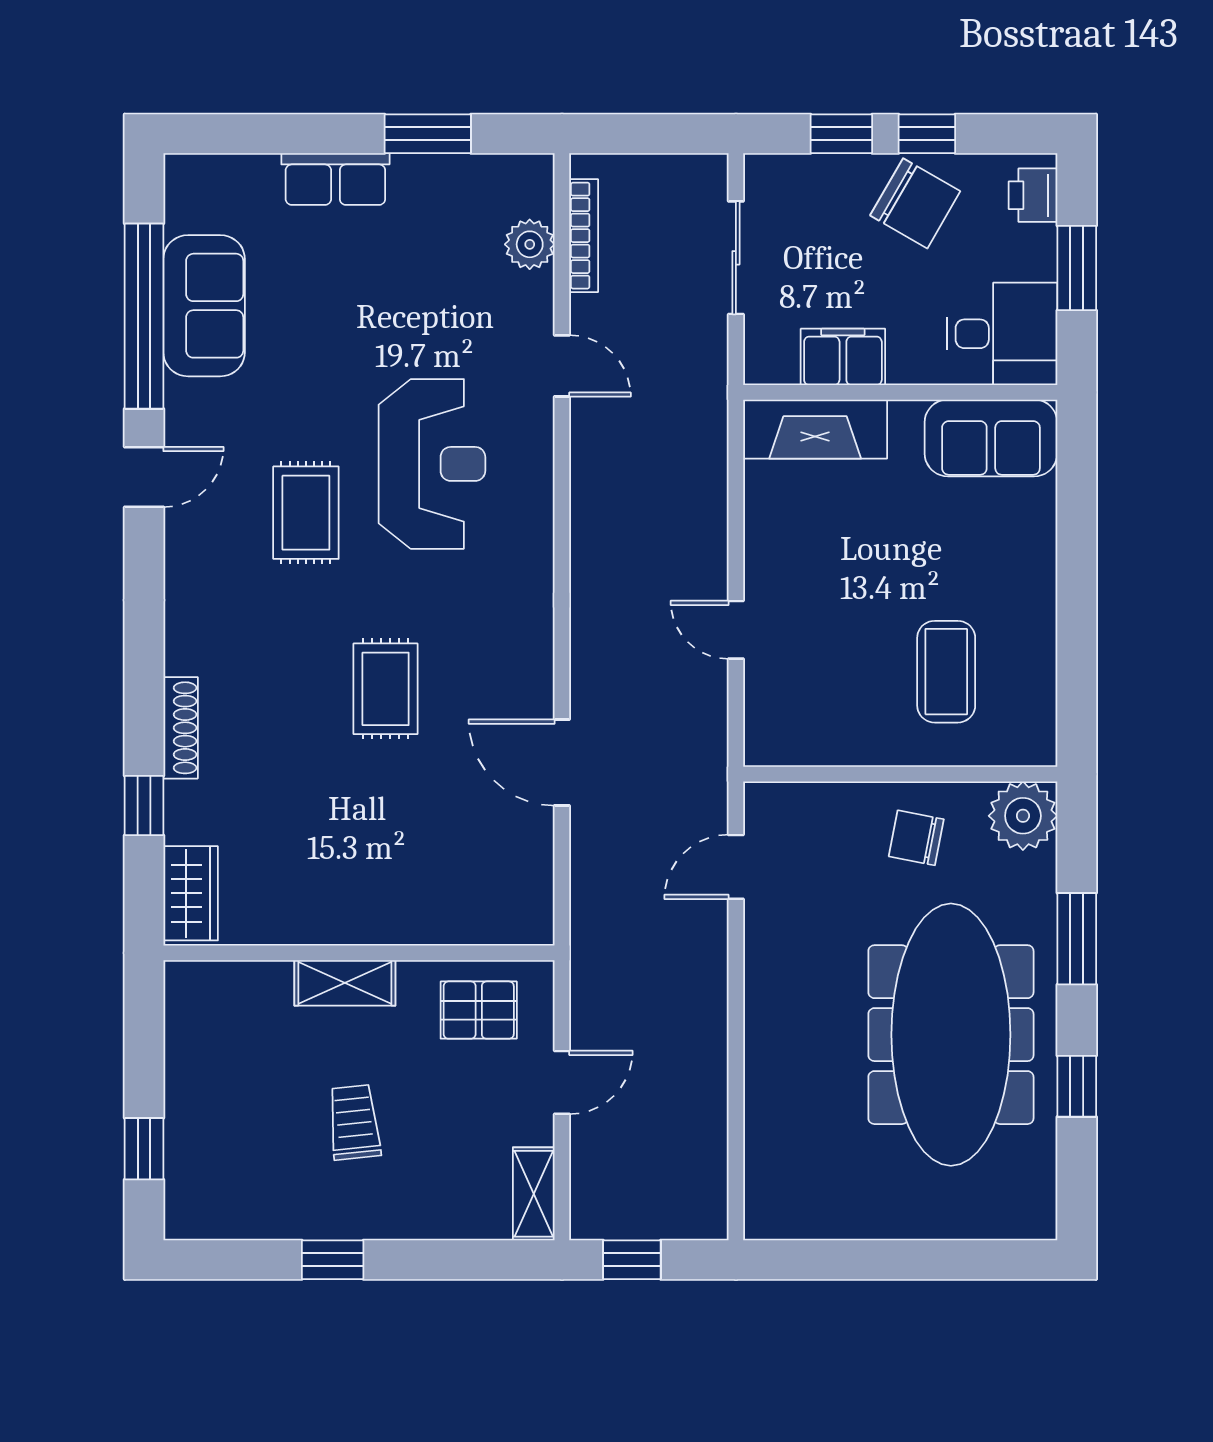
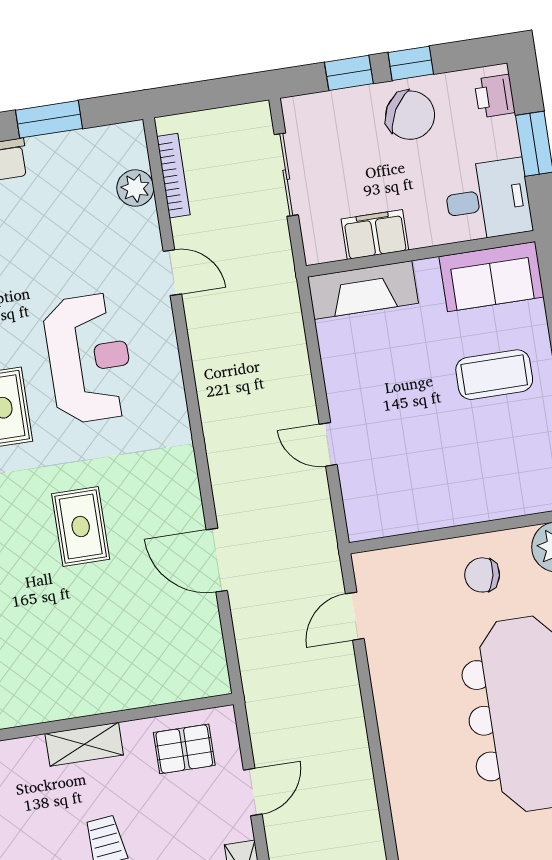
coffee table: (946, 672) -> (494, 375), moved, turned 90

